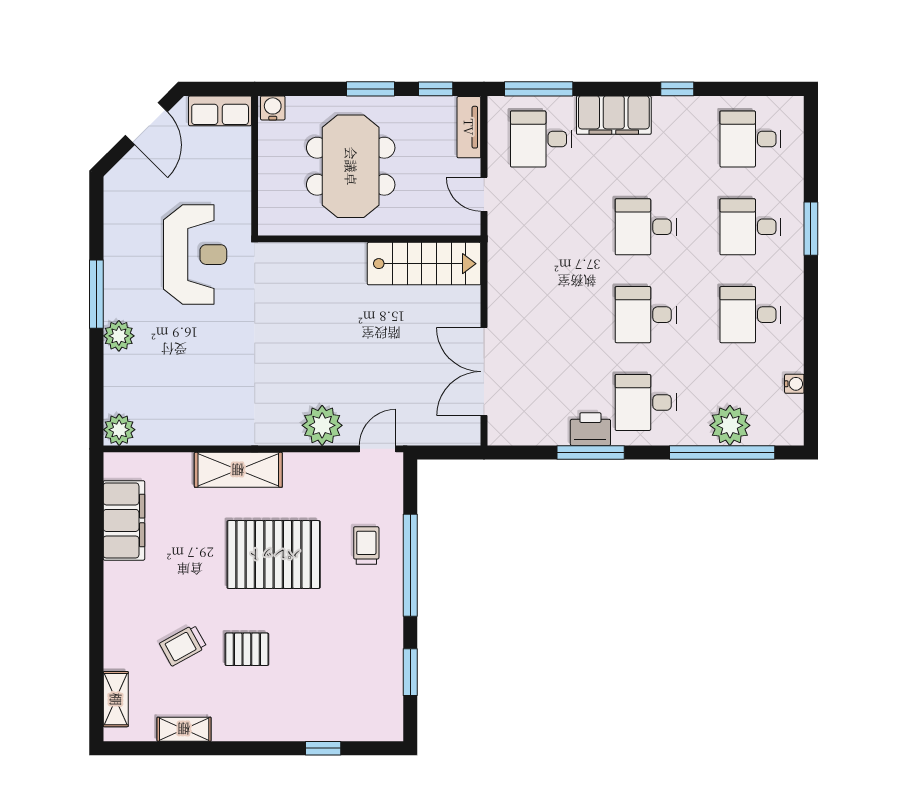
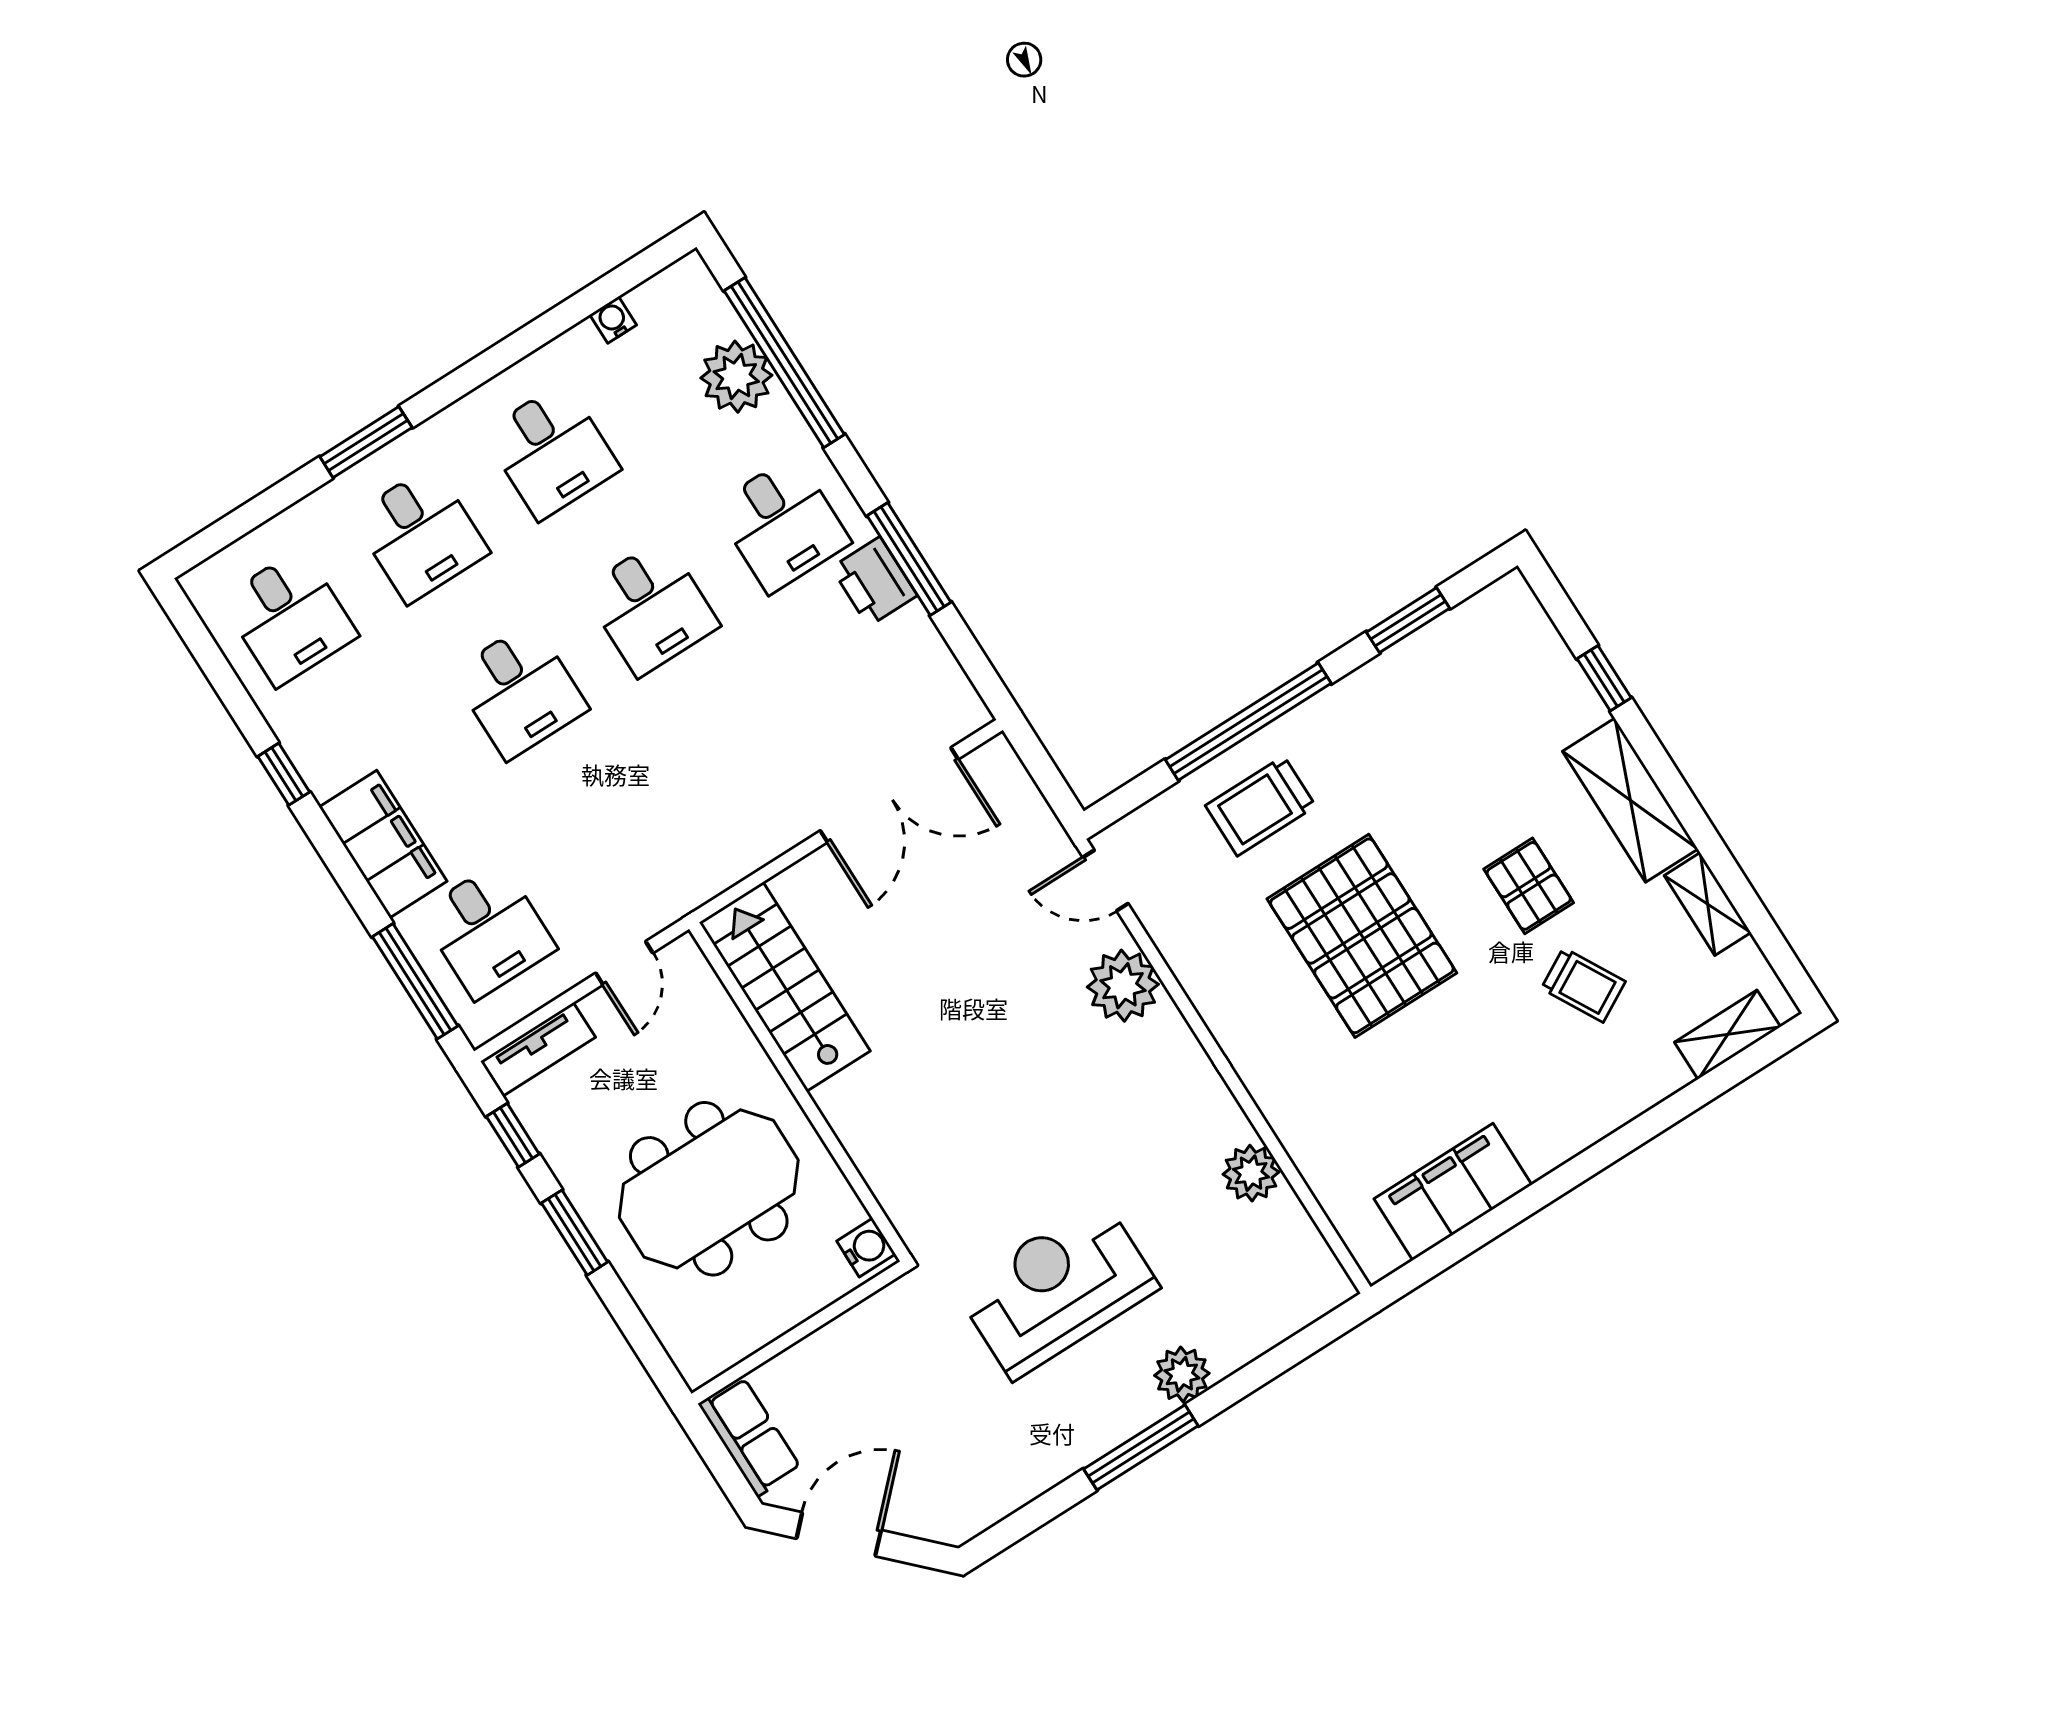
water cooler: (273, 108) -> (866, 1248), moved, turned 180
reception desk: (195, 255) -> (1057, 1289), moved
plant: (119, 430) -> (1251, 1173), moved
shelving: (238, 470) -> (1630, 800), moved
trolley: (366, 546) -> (1261, 806), width x1.36, depth x1.39

